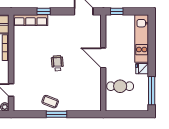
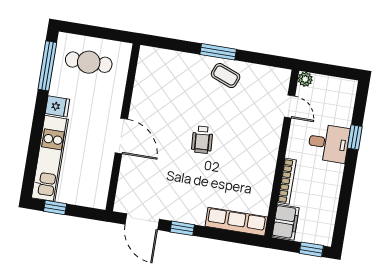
window: (44, 11) -> (182, 228), moved
window: (117, 11) -> (55, 207), moved
cafe table: (120, 86) -> (89, 62), moved

